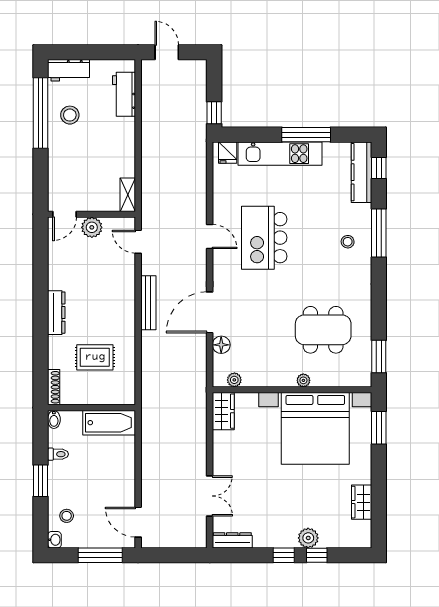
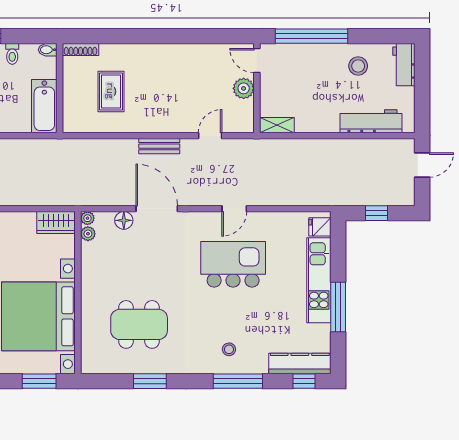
workbench: (124, 94) -> (371, 121), width x1.38
window: (41, 113) -> (311, 36), moved
window: (214, 113) -> (376, 213), moved
door: (138, 242) -> (210, 136), moved
bench: (148, 303) -> (159, 146), width x0.73
dresser: (56, 313) -> (157, 52), removed
dining table: (323, 330) -> (139, 324), turned 90
window: (379, 357) -> (150, 381), moved
plant: (303, 380) -> (87, 218), moved

